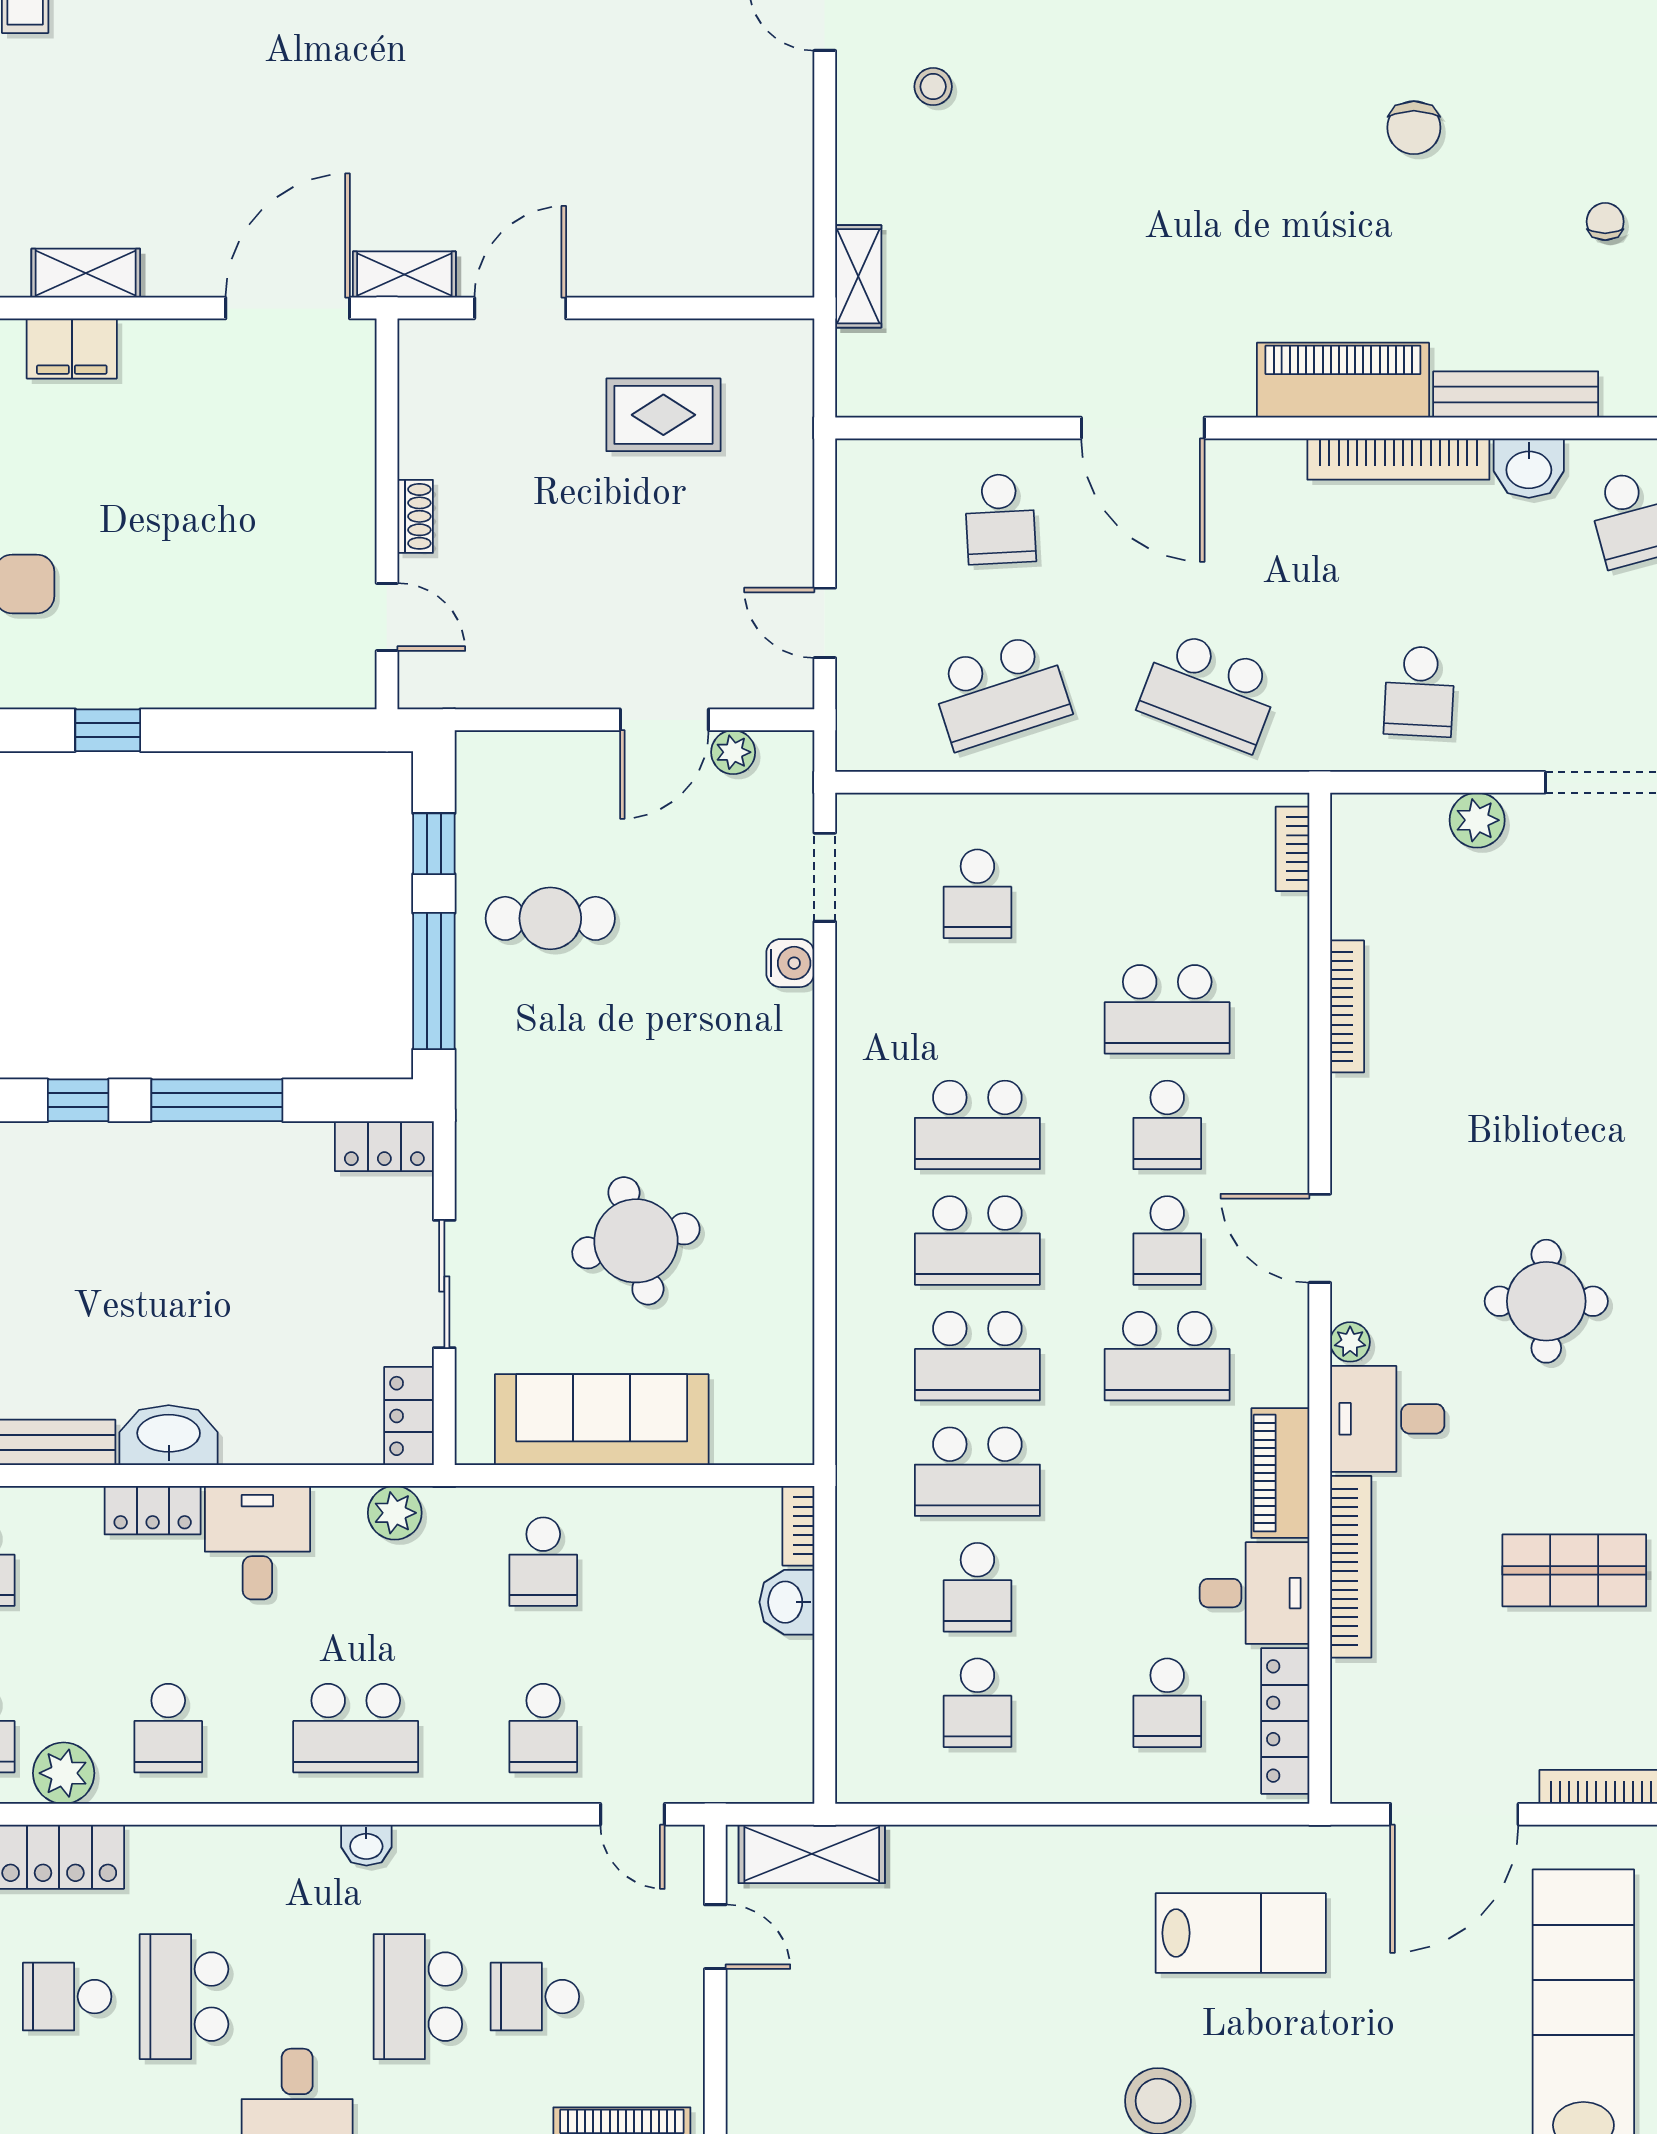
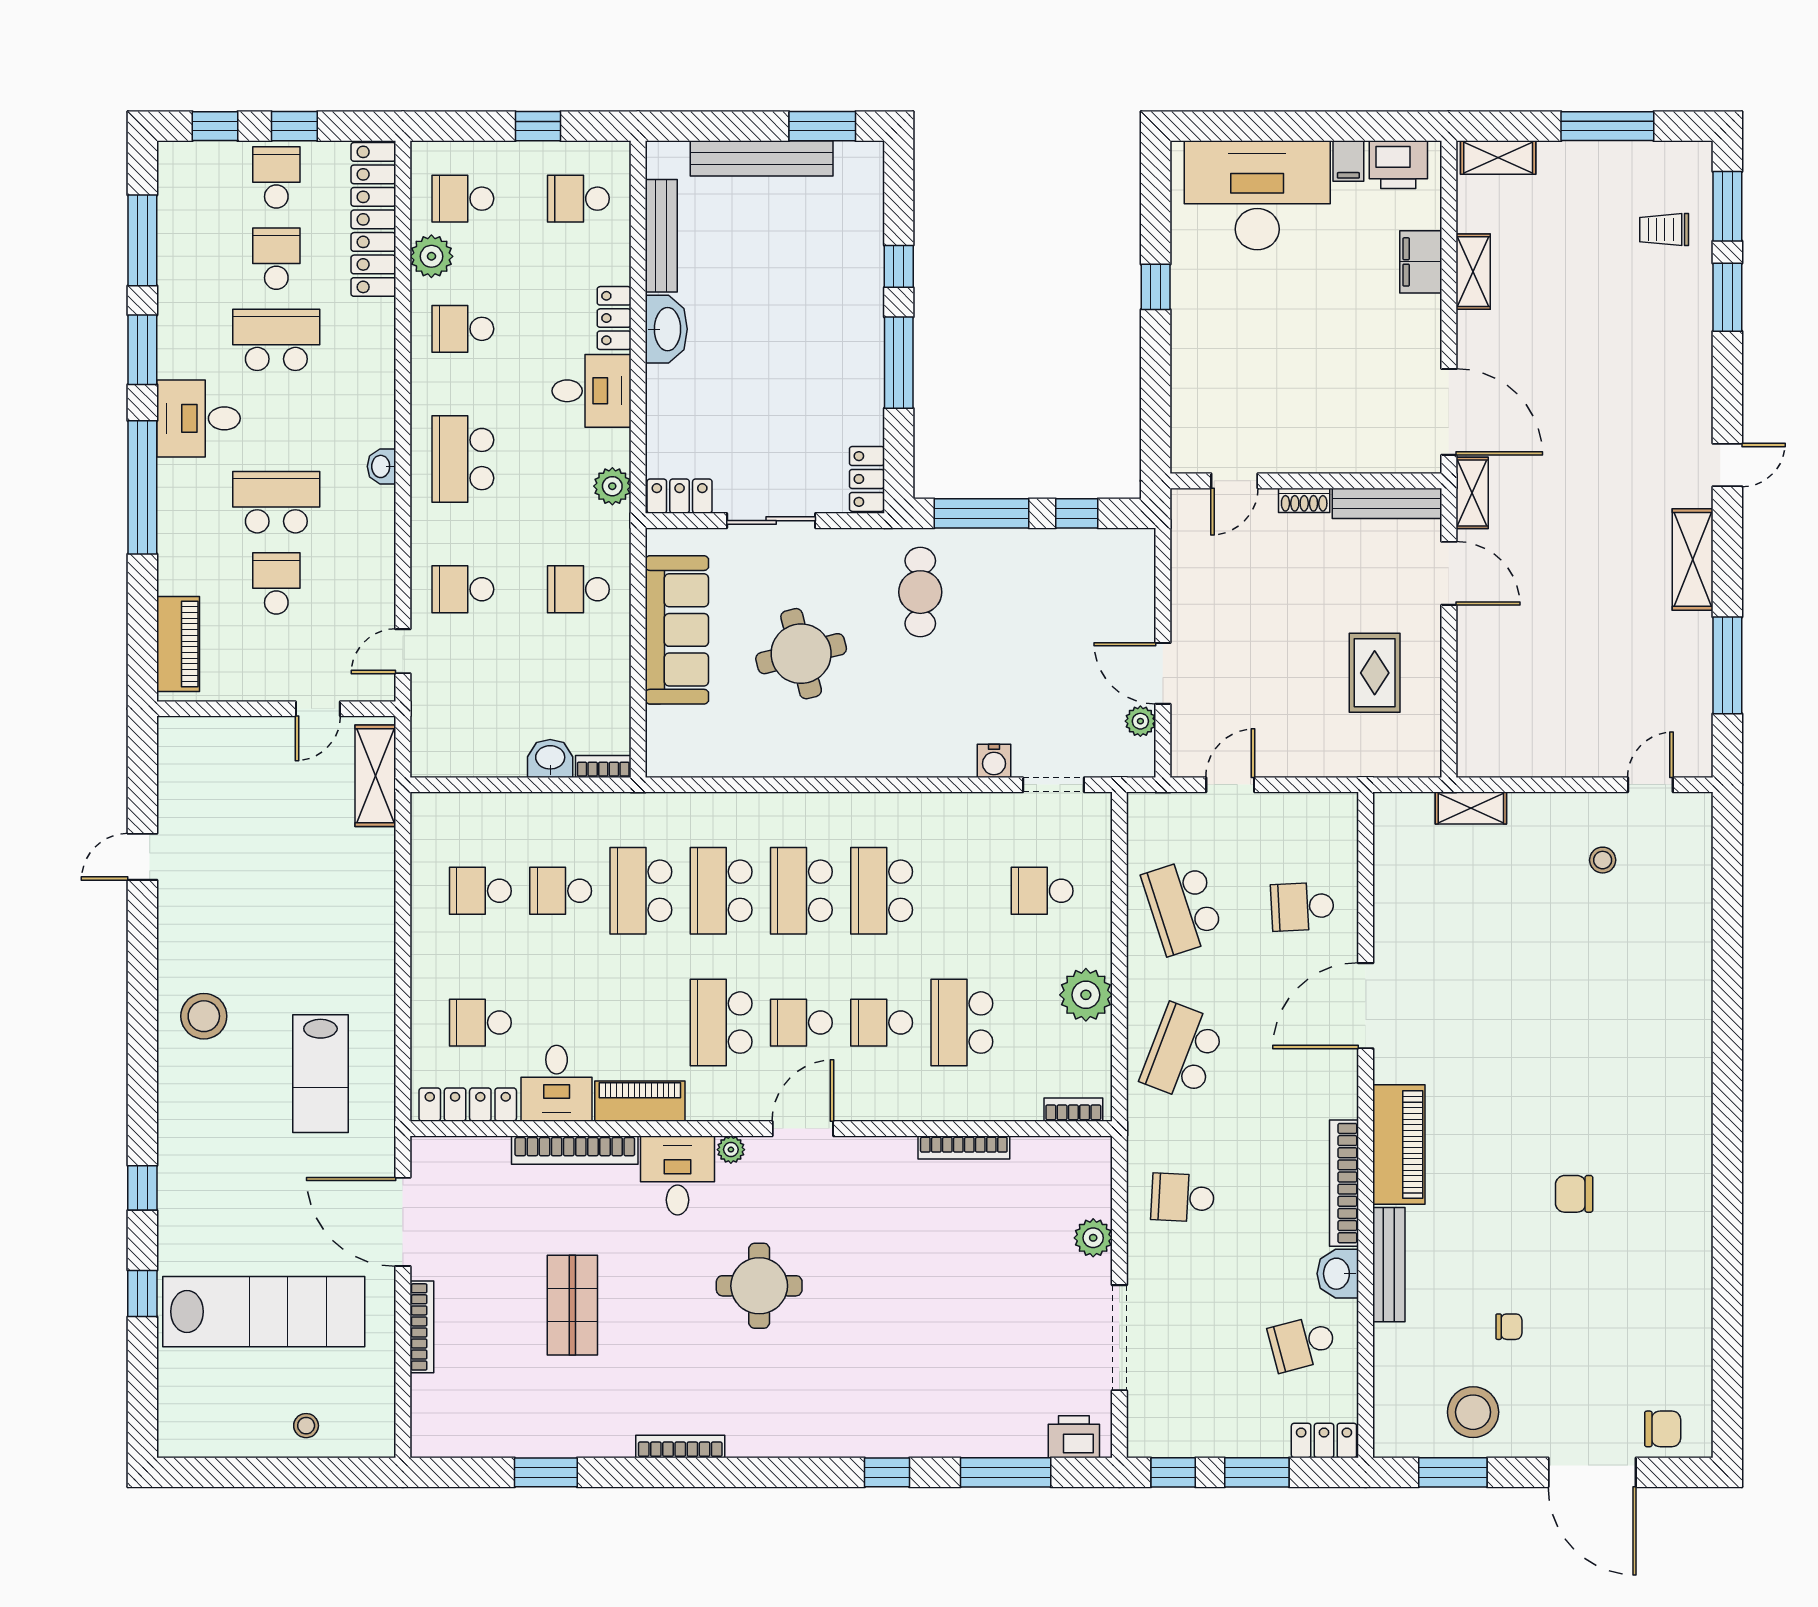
bench: (419, 397) -> (1387, 503), added
plant: (1127, 831) -> (1086, 995), added
cafe table: (550, 918) -> (920, 592), moved

